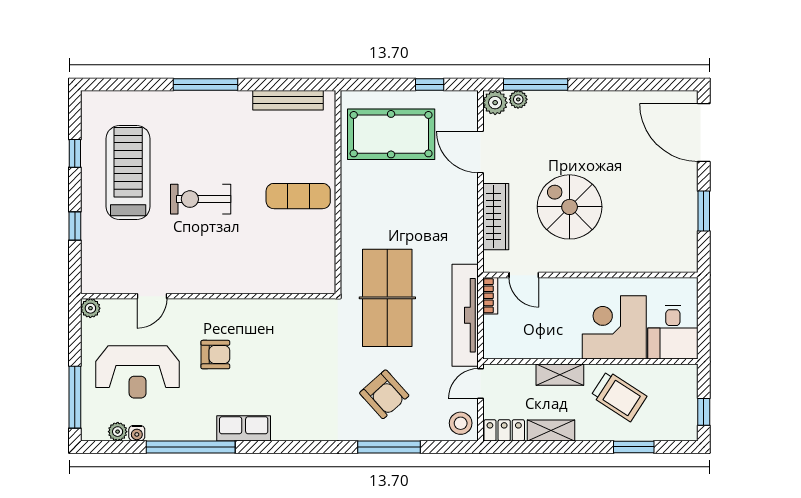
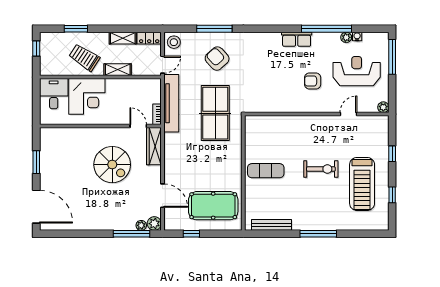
wardrobe: (496, 217) -> (154, 146), moved
plant: (118, 432) -> (346, 37), moved

